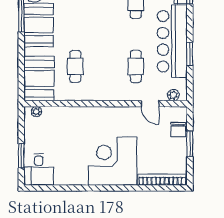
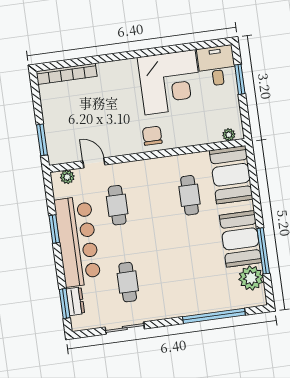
chair: (178, 129) -> (152, 136), moved
window: (190, 144) -> (42, 140), moved
corner desk: (113, 161) -> (170, 82), moved

